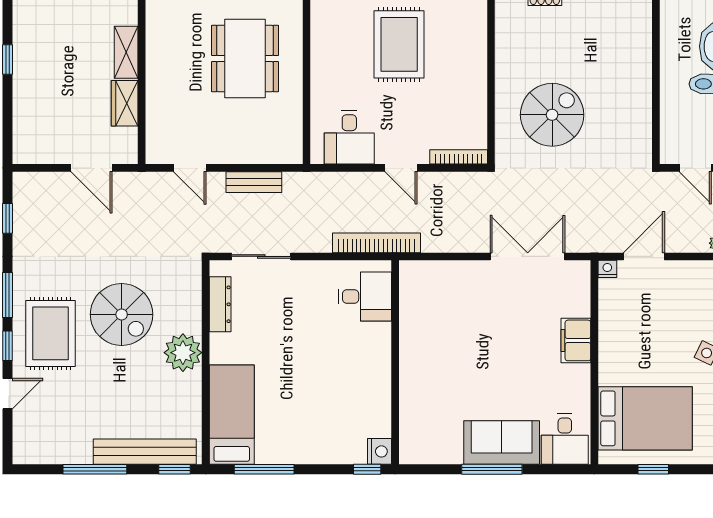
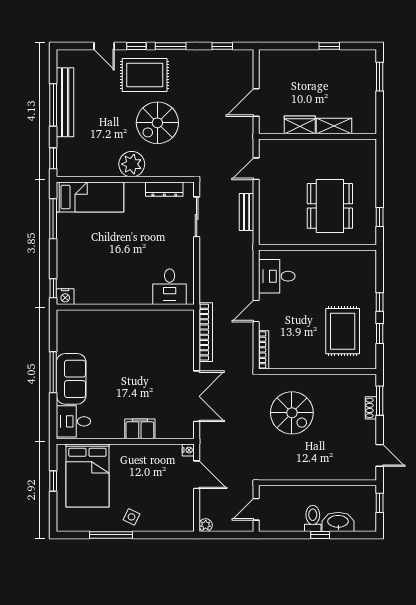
rug: (399, 44) -> (343, 331), moved, turned 90
dining table: (245, 59) -> (330, 206), turned 90
bookcase: (377, 243) -> (206, 332), moved
bench: (145, 452) -> (65, 102), moved

